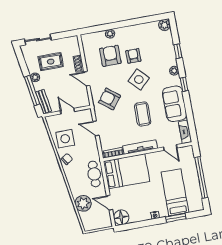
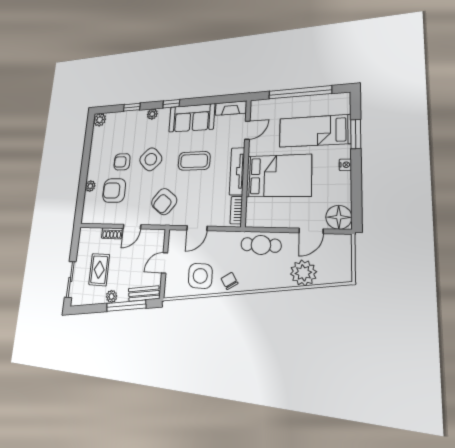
bed: (127, 171) -> (278, 176), moved, turned 90

